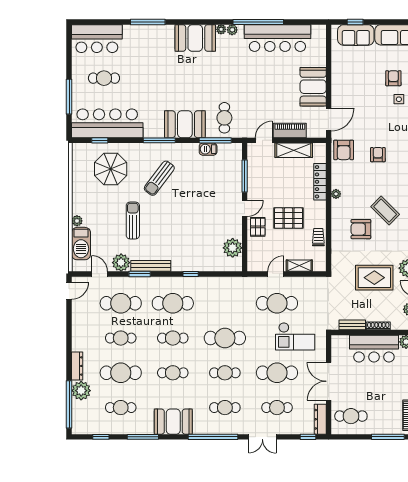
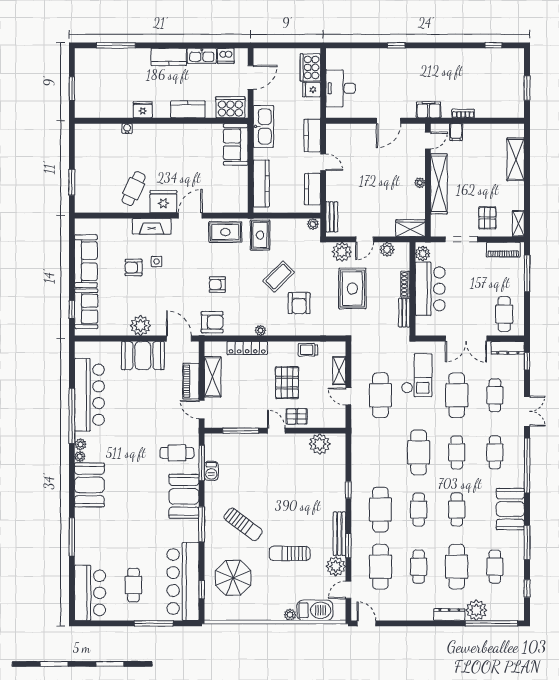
plant: (340, 85) -> (141, 326), added

